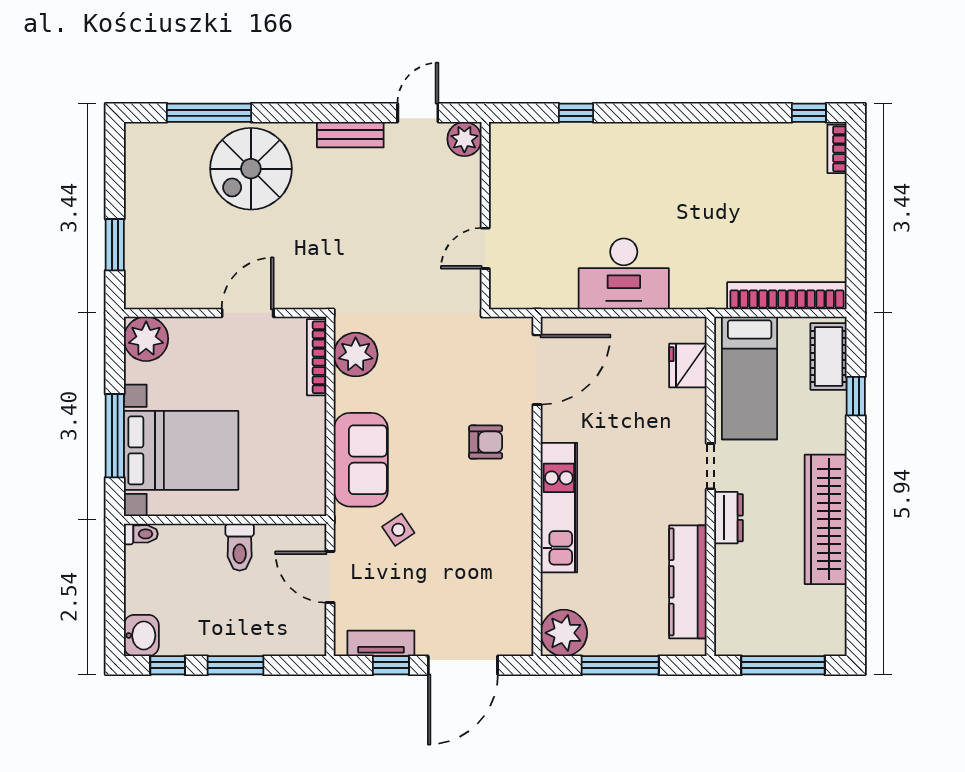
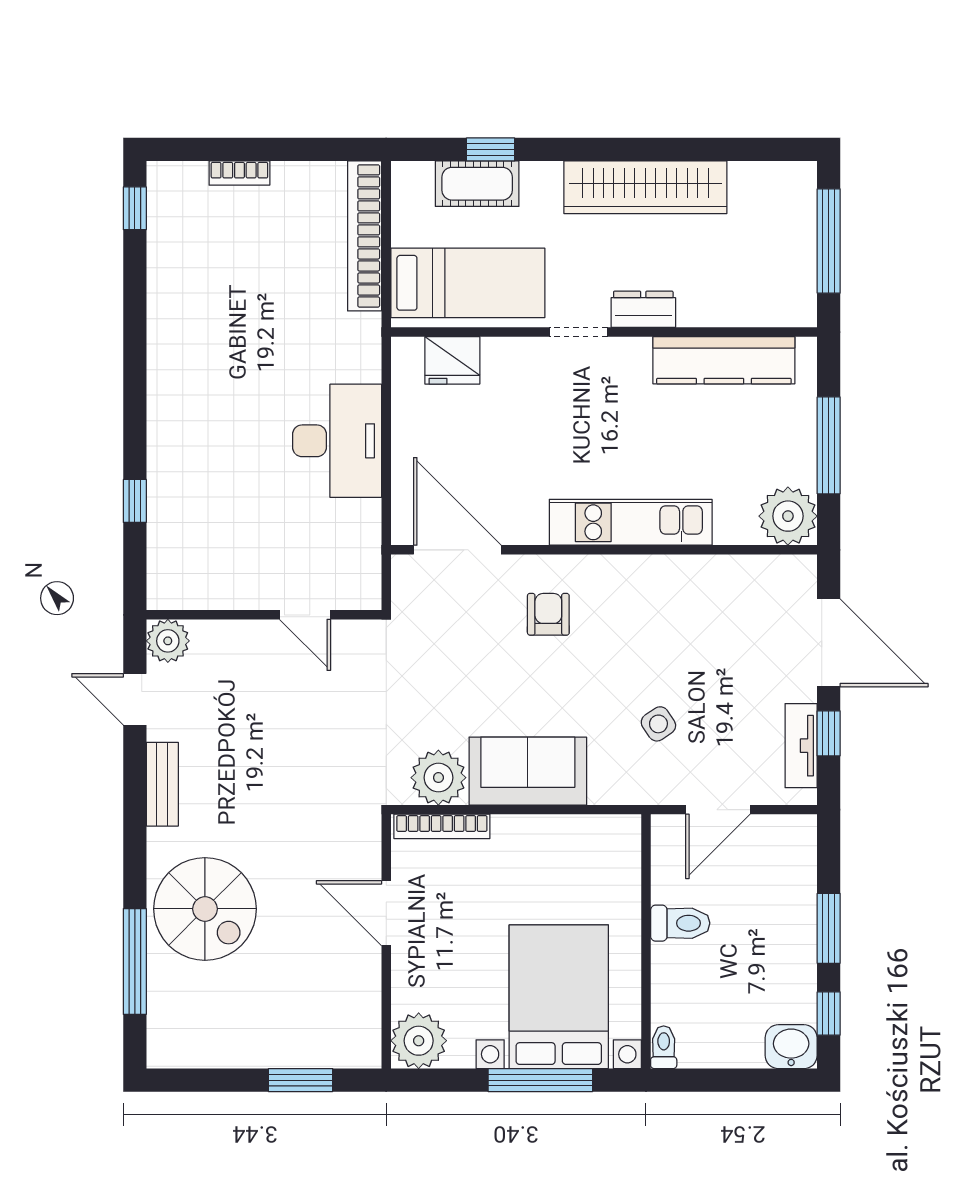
bookcase: (837, 149) -> (239, 173), moved
cot: (829, 356) -> (477, 184), moved
sofa: (361, 460) -> (528, 771), moved

